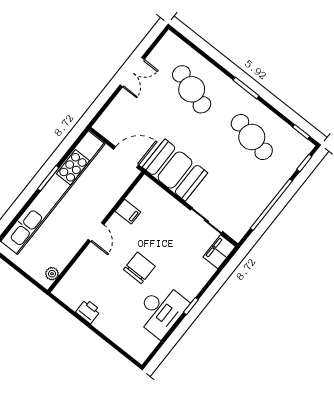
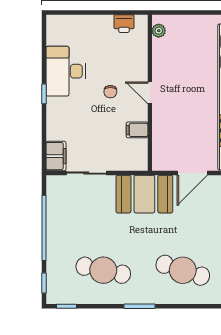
filing cabinet: (128, 212) -> (137, 130), moved
door: (96, 232) -> (150, 93), moved
wall: (96, 232) -> (150, 93), moved
chair: (139, 268) -> (110, 92), width x0.54, depth x0.54
plant: (52, 274) -> (159, 31), moved

